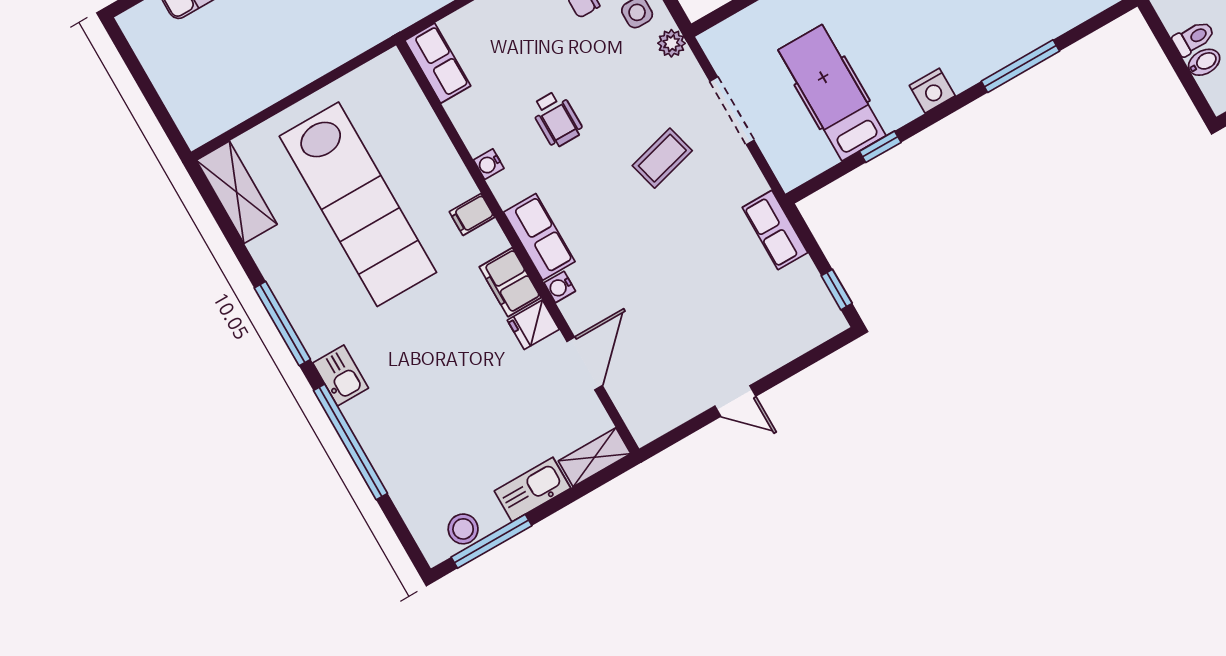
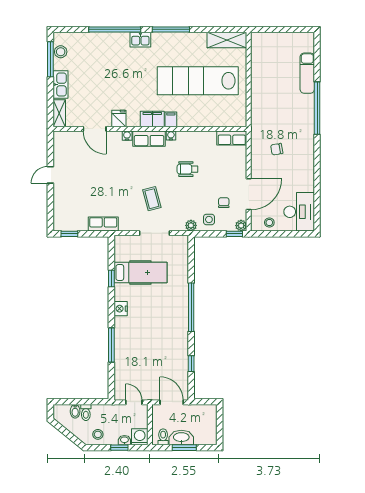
water cooler: (489, 164) -> (171, 136), moved
filing cabinet: (510, 282) -> (152, 119), moved

